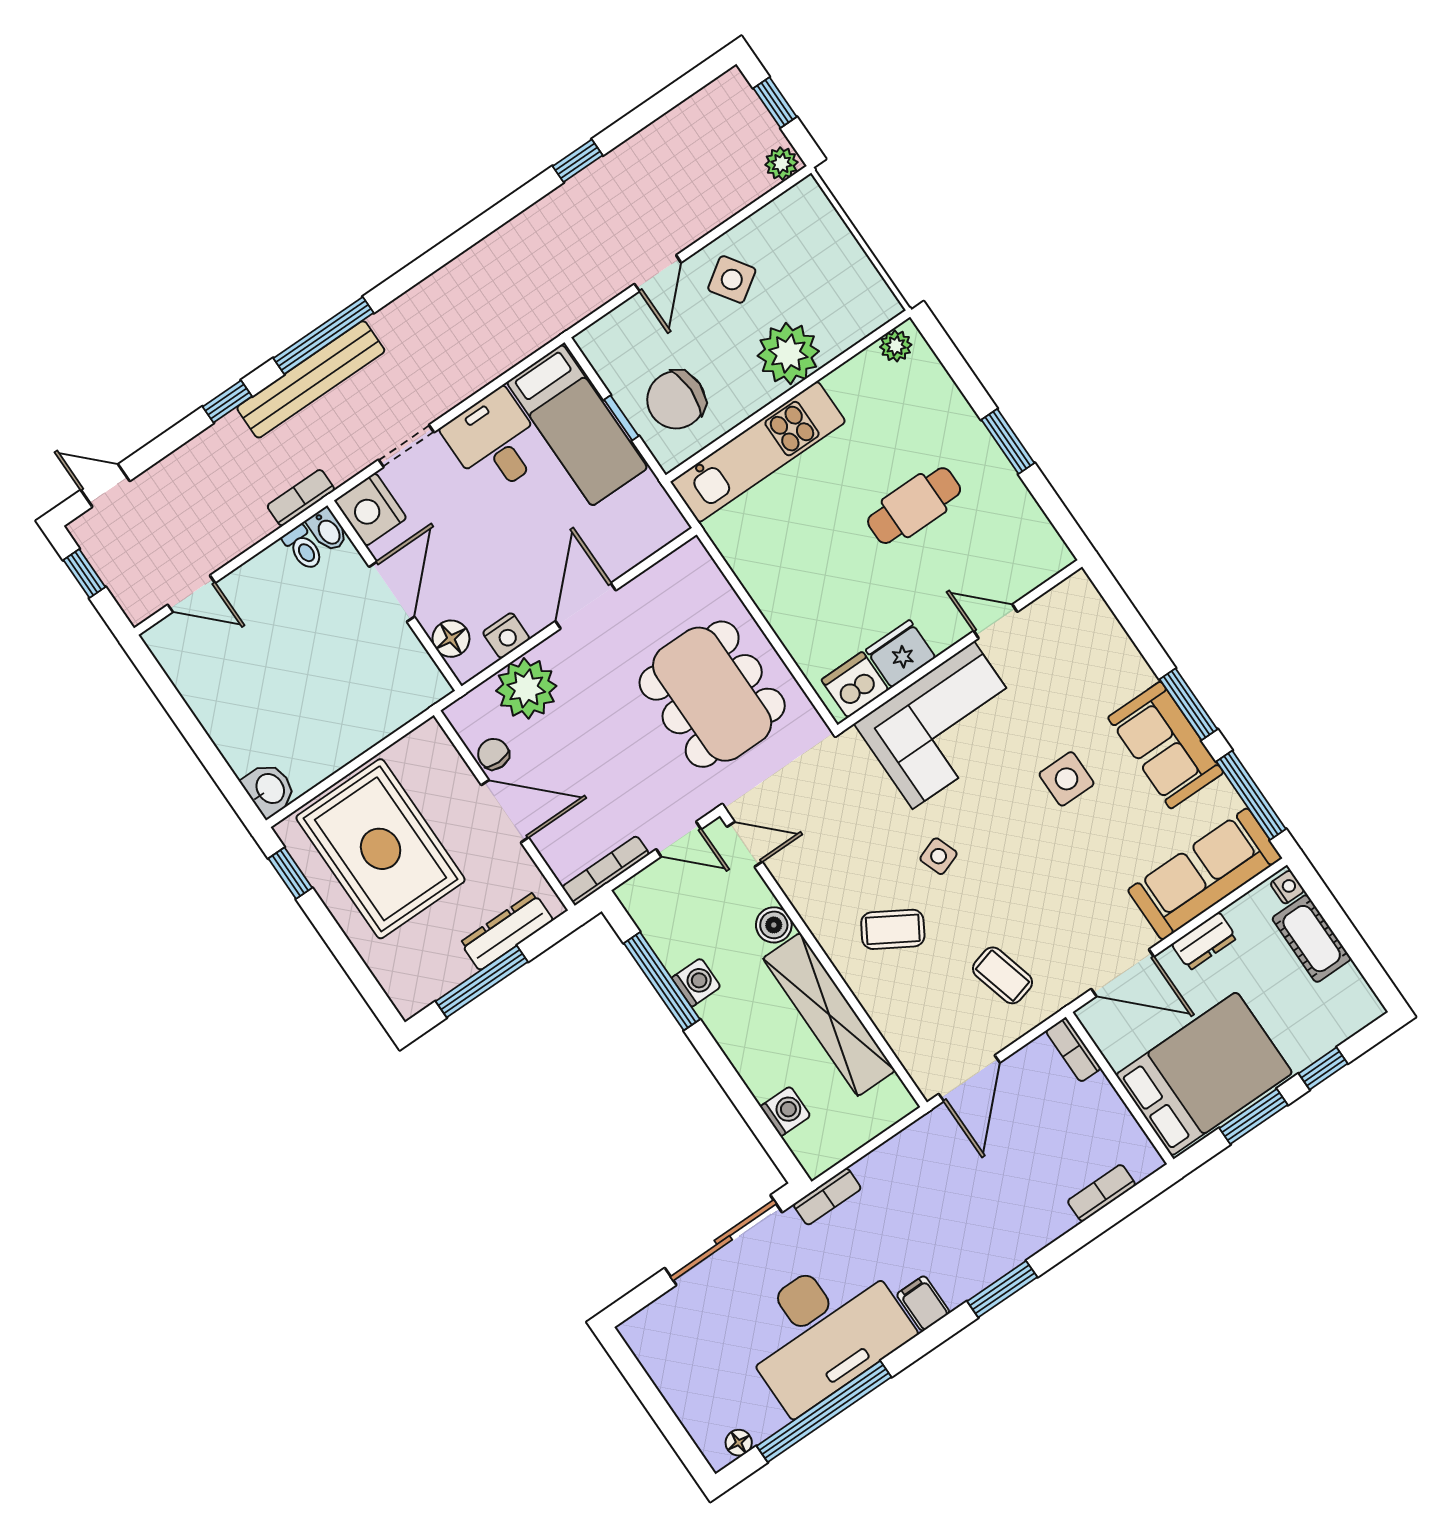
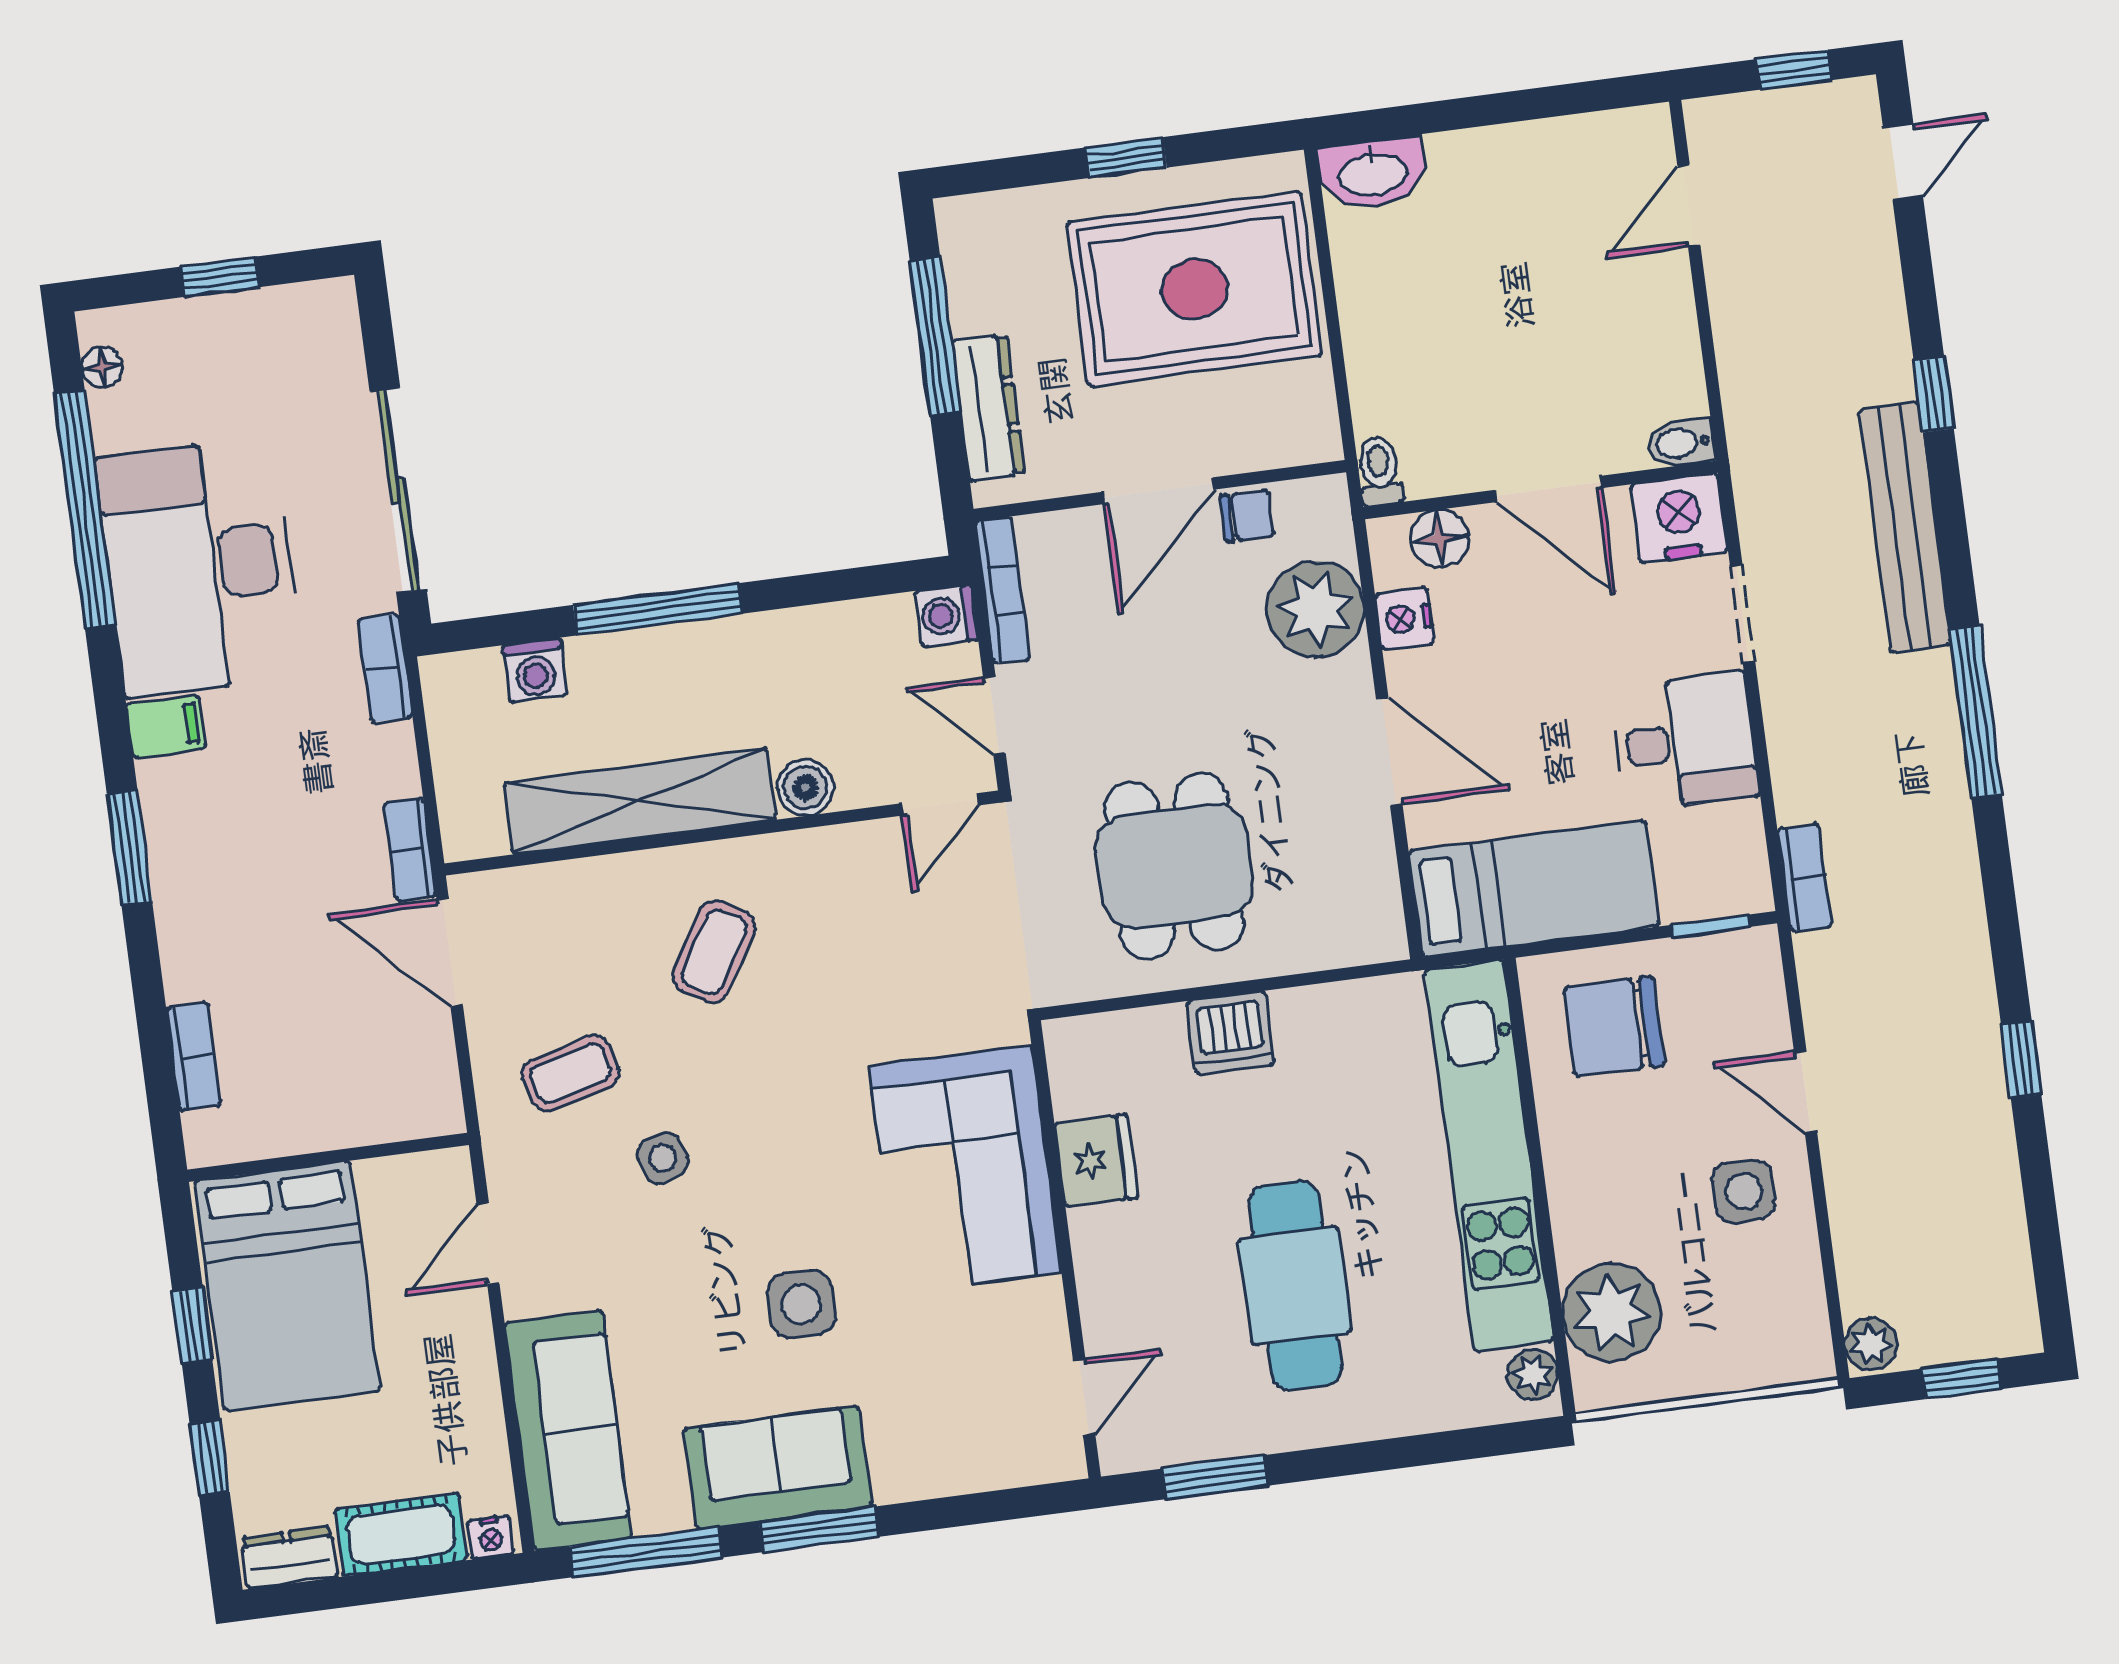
side table: (732, 279) -> (1744, 1191), turned 34
window: (323, 335) -> (1975, 711), moved
plant: (788, 354) -> (1611, 1312), moved
chair: (676, 400) -> (1614, 1026), turned -90
window: (621, 418) -> (1711, 926), moved
bed: (577, 425) -> (1534, 889), moved, turned 180
window: (1008, 441) -> (1215, 1477), moved
kitchen unit: (758, 452) -> (1489, 1156), width x1.36
bookcase: (301, 498) -> (1805, 878), moved
cafe table: (914, 506) -> (1295, 1286), width x1.37, depth x1.35
toilet: (303, 548) -> (1379, 471), moved, turned 90
door: (996, 621) -> (1084, 1397), moved
dishwasher: (855, 685) -> (1230, 1033), moved, turned 90
dining table: (712, 694) -> (1174, 866), width x0.73
washbasin: (269, 789) -> (1373, 173), width x1.38
door: (679, 839) -> (994, 715), hinge flipped
side table: (939, 856) -> (663, 1158), moved
window: (290, 873) -> (1126, 157), moved
dresser: (1204, 941) -> (289, 1558), moved, turned 90
door: (1123, 973) -> (488, 1244), width x0.73
window: (662, 981) -> (658, 609), moved
washing machine: (696, 982) -> (946, 615), moved, turned 90
bookcase: (1073, 1050) -> (410, 850), moved, turned -90
window: (1253, 1116) -> (192, 1325), width x0.67
window: (654, 1402) -> (220, 277), added

